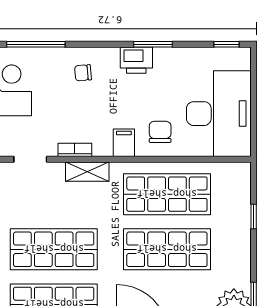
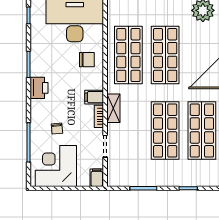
printer: (136, 60) -> (39, 88), moved
chair: (83, 73) -> (57, 129), moved
chair: (160, 132) -> (87, 60), turned 180
filing cabinet: (124, 143) -> (94, 97), moved

